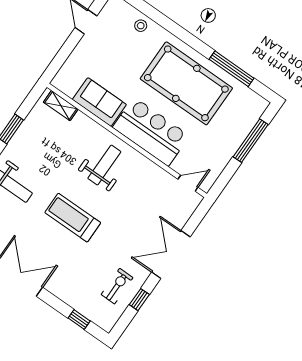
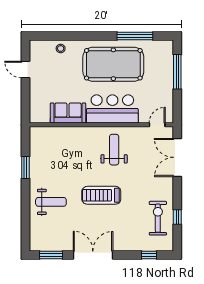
shelving: (61, 106) -> (46, 132), removed
weight bench: (104, 165) -> (114, 150), moved
double door: (171, 255) -> (177, 157), moved
exercise bike: (117, 286) -> (158, 218), width x1.38, depth x1.39

